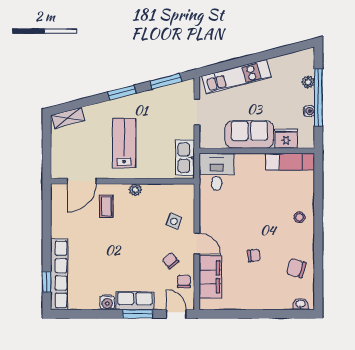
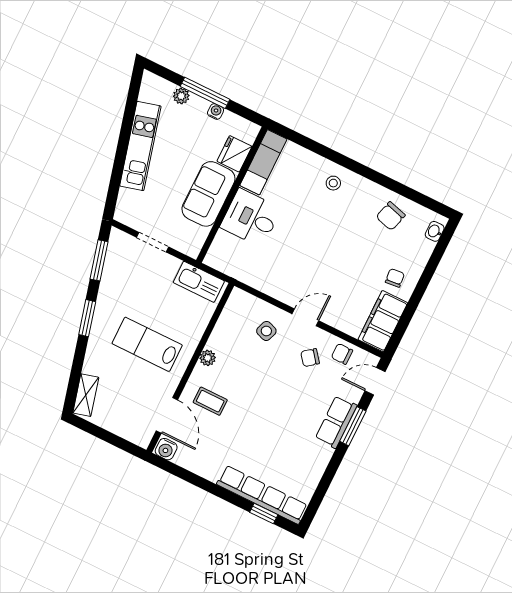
kitchen unit: (236, 77) -> (140, 146), moved
window: (318, 97) -> (205, 93), width x0.68
desk: (217, 172) -> (251, 218), moved
chair: (254, 256) -> (395, 278), moved
filing cabinet: (210, 277) -> (383, 321), moved, turned -90
water cooler: (107, 302) -> (166, 449), moved, turned 90

